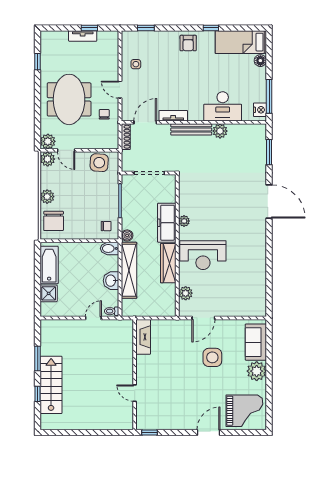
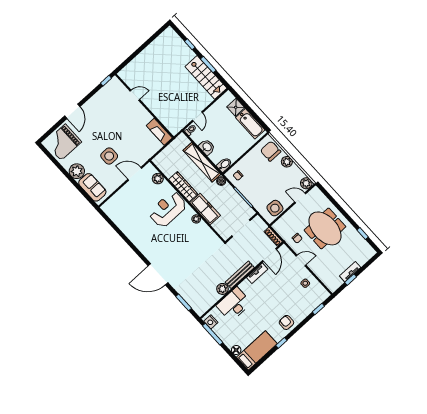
plant: (48, 141) -> (315, 193), removed
door: (203, 318) -> (135, 174), hinge flipped
stairs: (51, 385) -> (206, 77), moved

